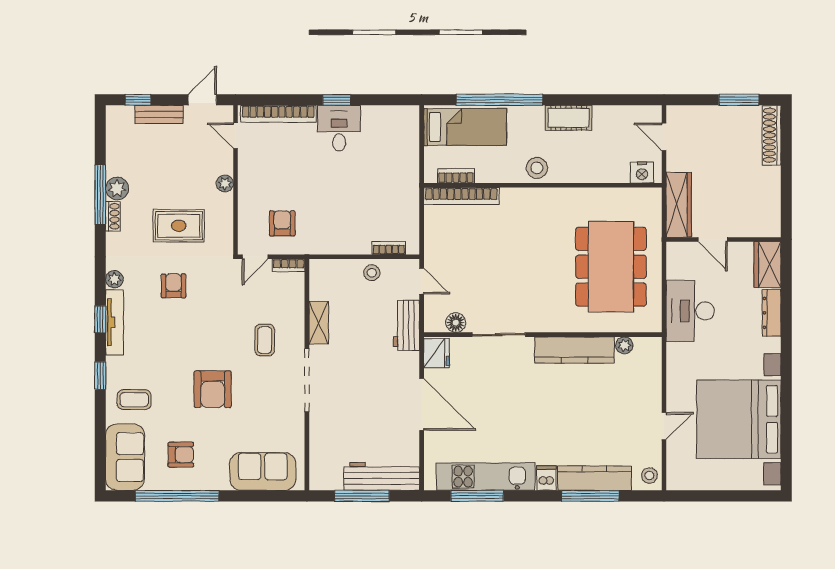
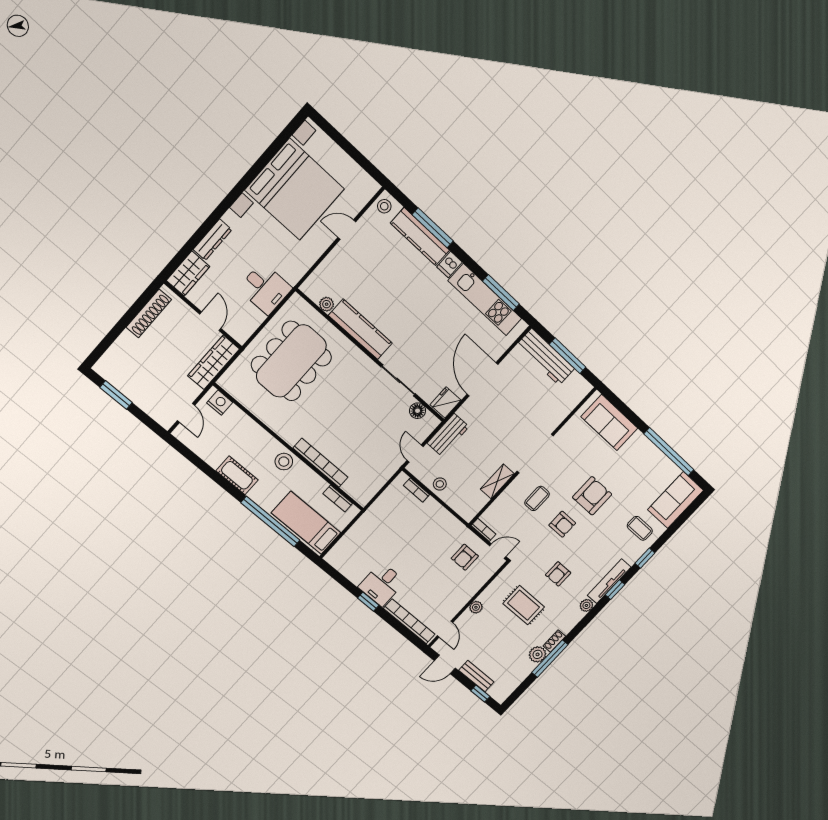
shoe rack: (772, 135) -> (149, 313), moved
bookcase: (461, 196) -> (321, 463), moved
desk: (690, 311) -> (265, 288), width x0.73
armchair: (181, 455) -> (562, 524), moved, turned 180

